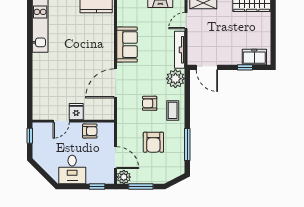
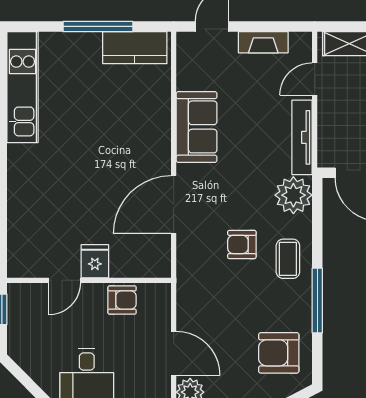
armchair: (153, 142) -> (279, 353), moved, turned 90
window: (187, 144) -> (317, 301), moved

